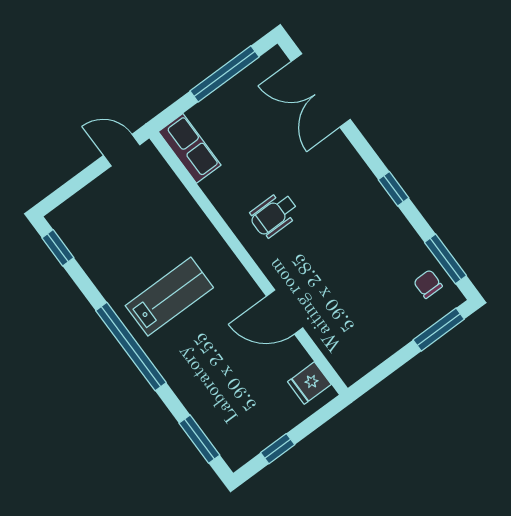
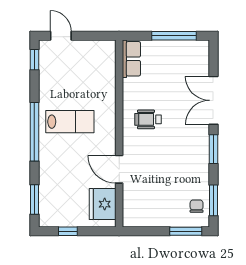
double door: (321, 90) -> (214, 100), moved
door: (122, 150) -> (61, 36), moved
window: (394, 189) -> (214, 149), width x1.50
fridge: (309, 383) -> (103, 204), width x1.88, depth x1.34

